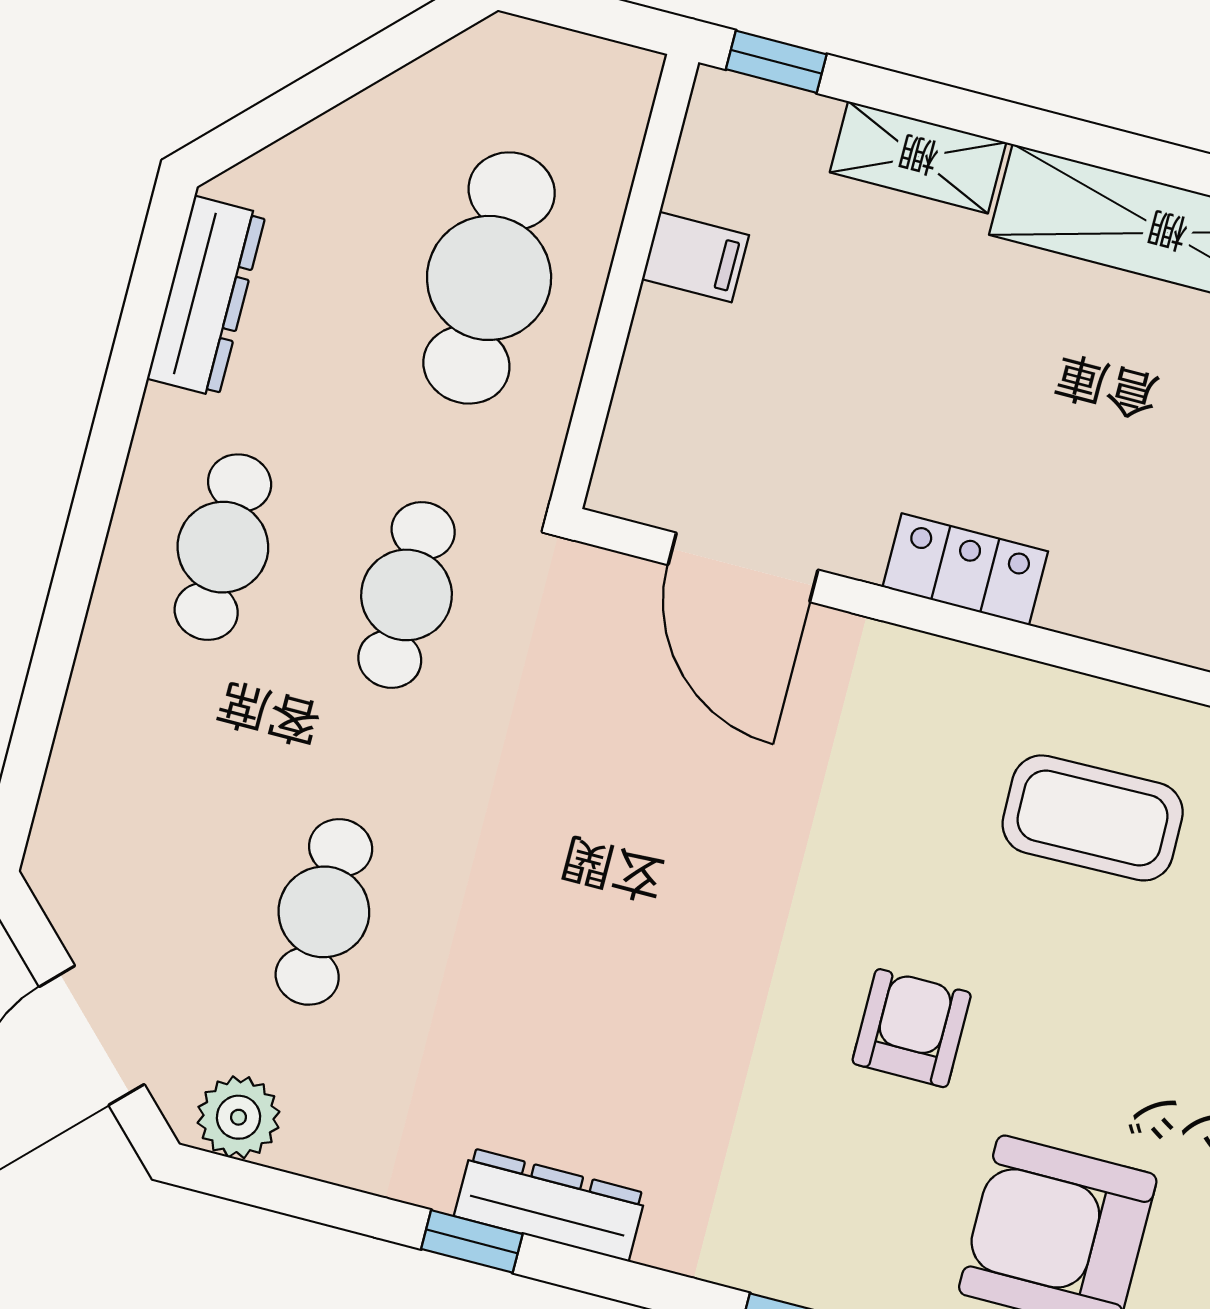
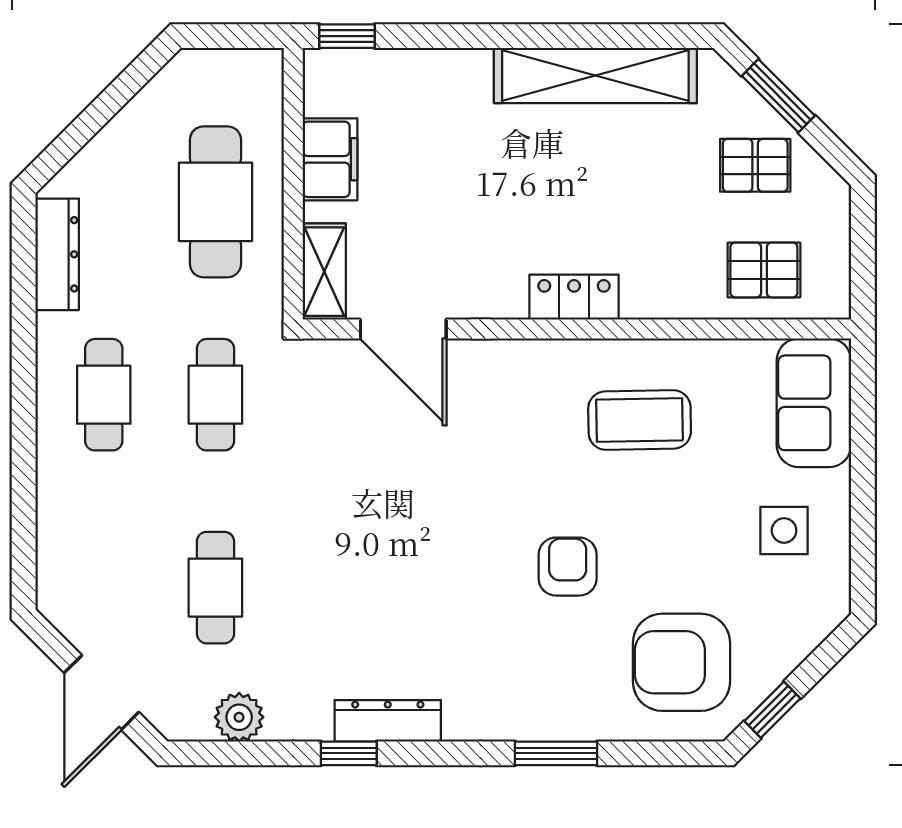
shelving: (918, 157) -> (324, 272), moved, turned 90
filing cabinet: (695, 257) -> (330, 159), width x2.00
locker: (965, 569) -> (574, 297), moved
plant: (238, 1117) -> (239, 717), moved

